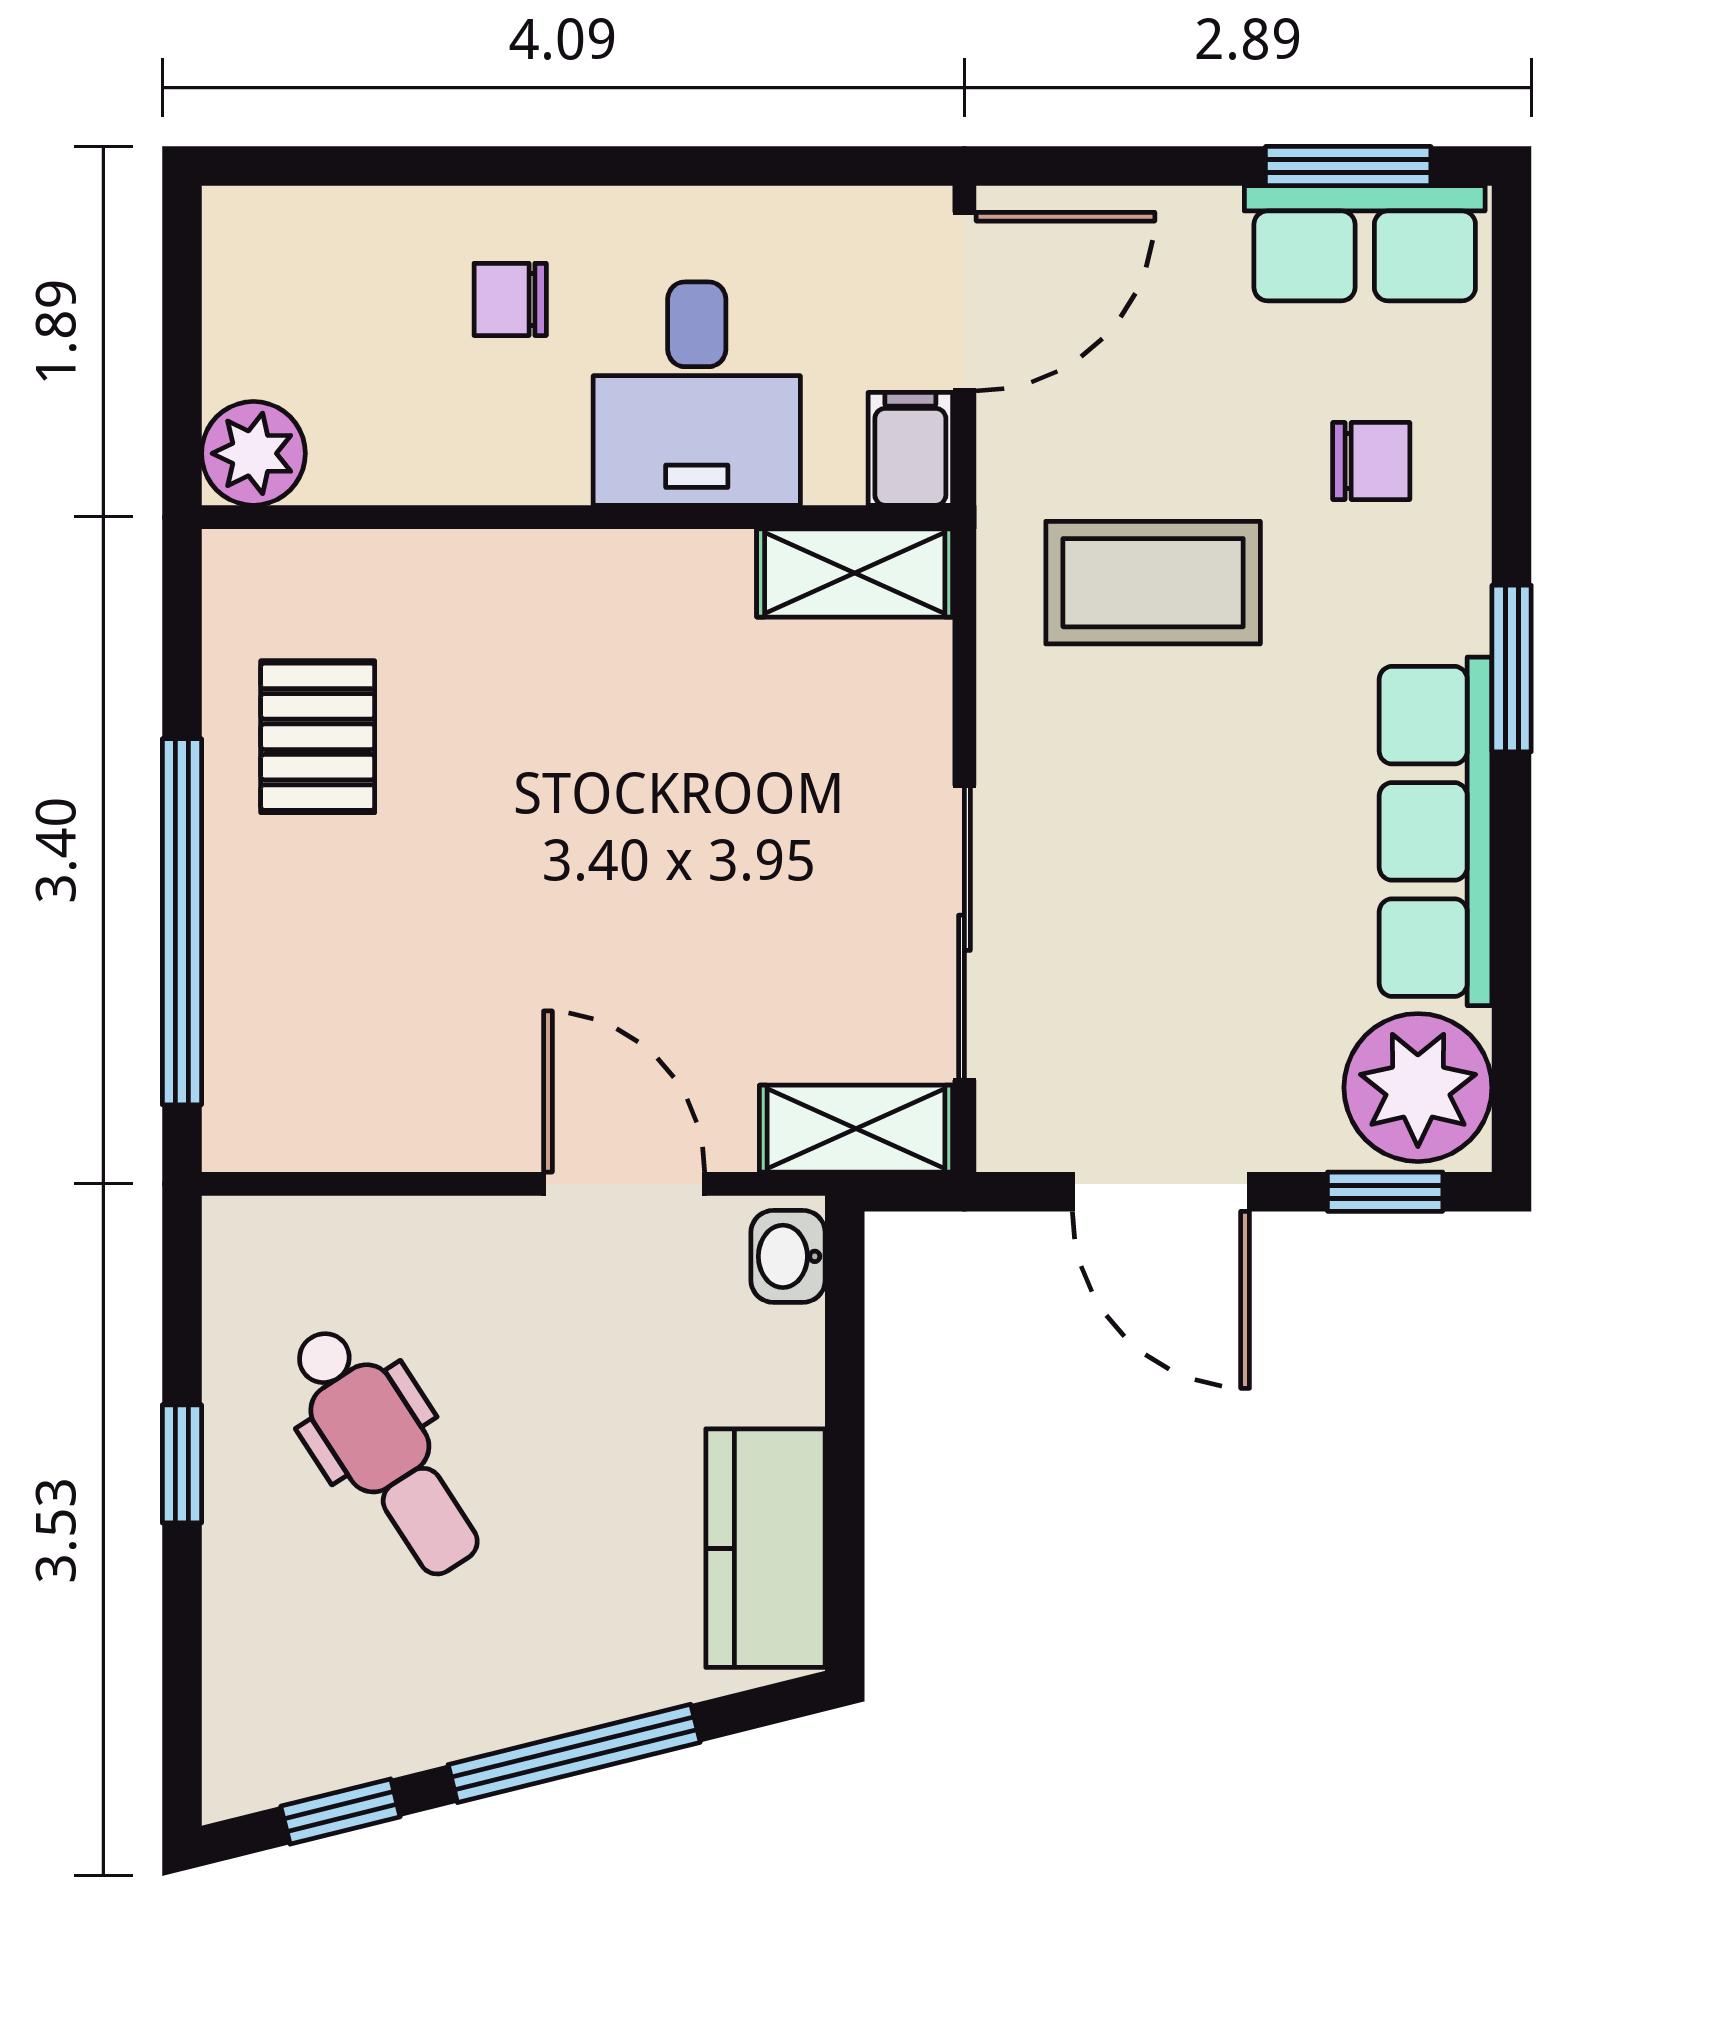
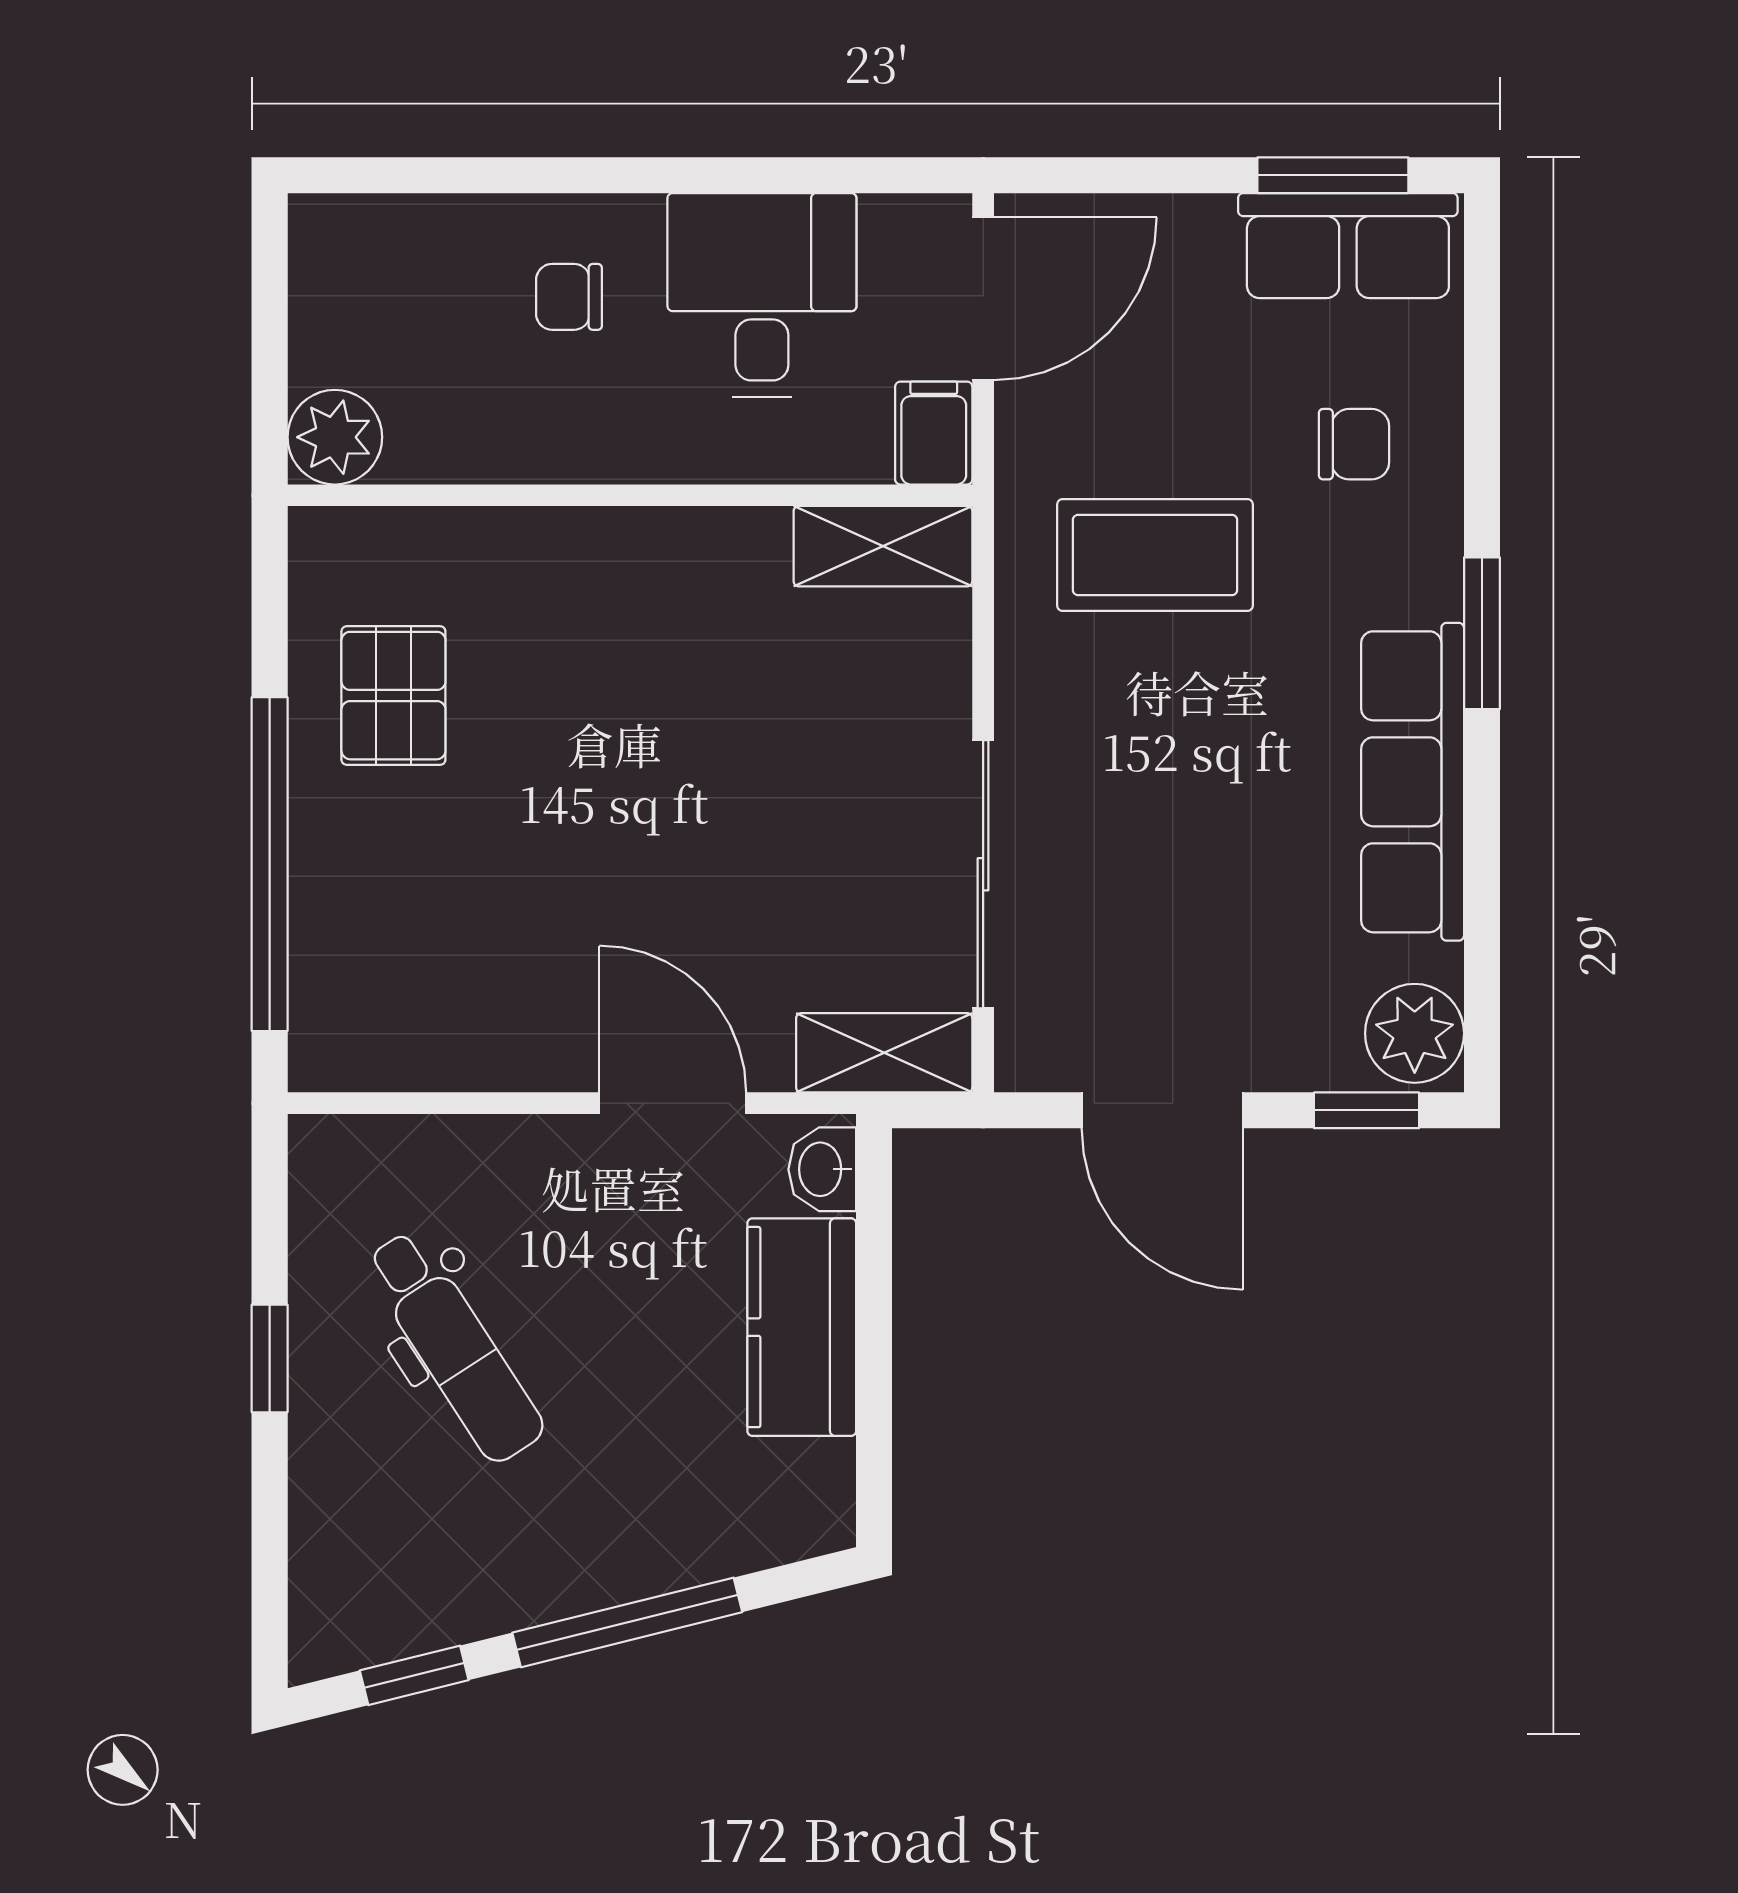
desk: (697, 394) -> (762, 295), moved, turned 180
plant: (1418, 1088) -> (1415, 1033), width x0.73, depth x0.73
kitchen counter: (766, 1548) -> (802, 1327), moved

